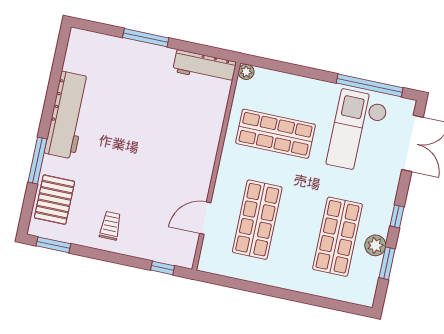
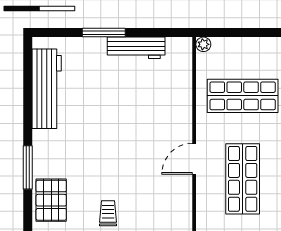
workbench: (204, 67) -> (136, 48), moved
workbench: (68, 115) -> (47, 89), moved
door: (205, 218) -> (194, 159), moved

